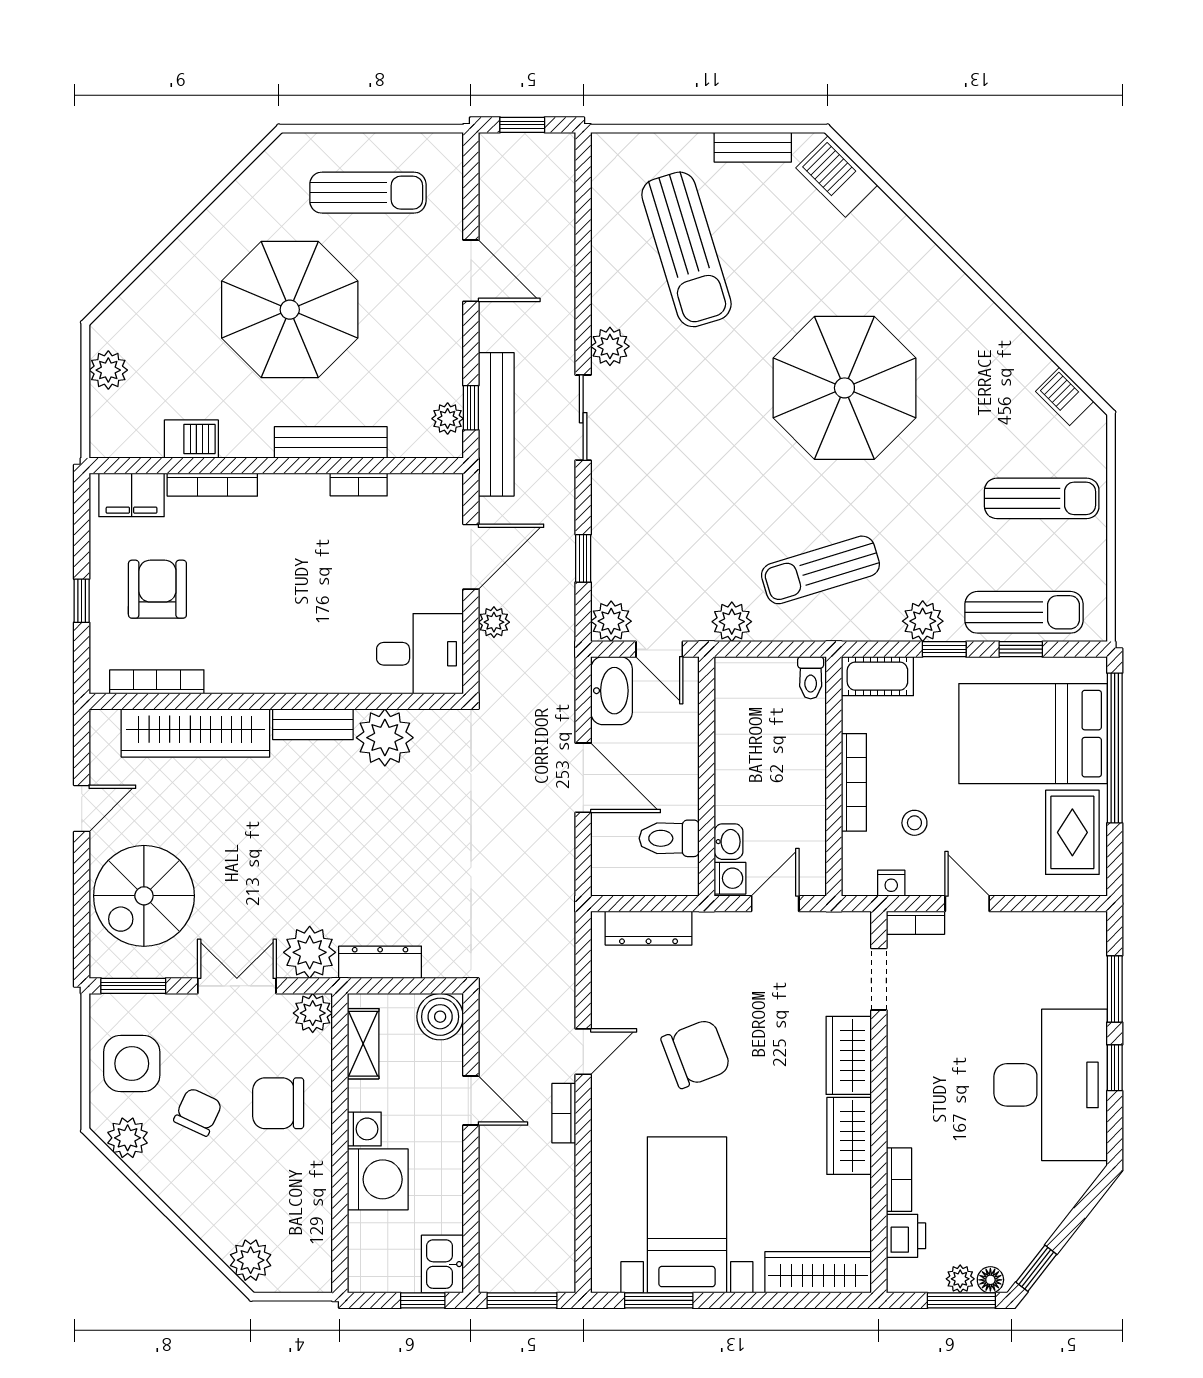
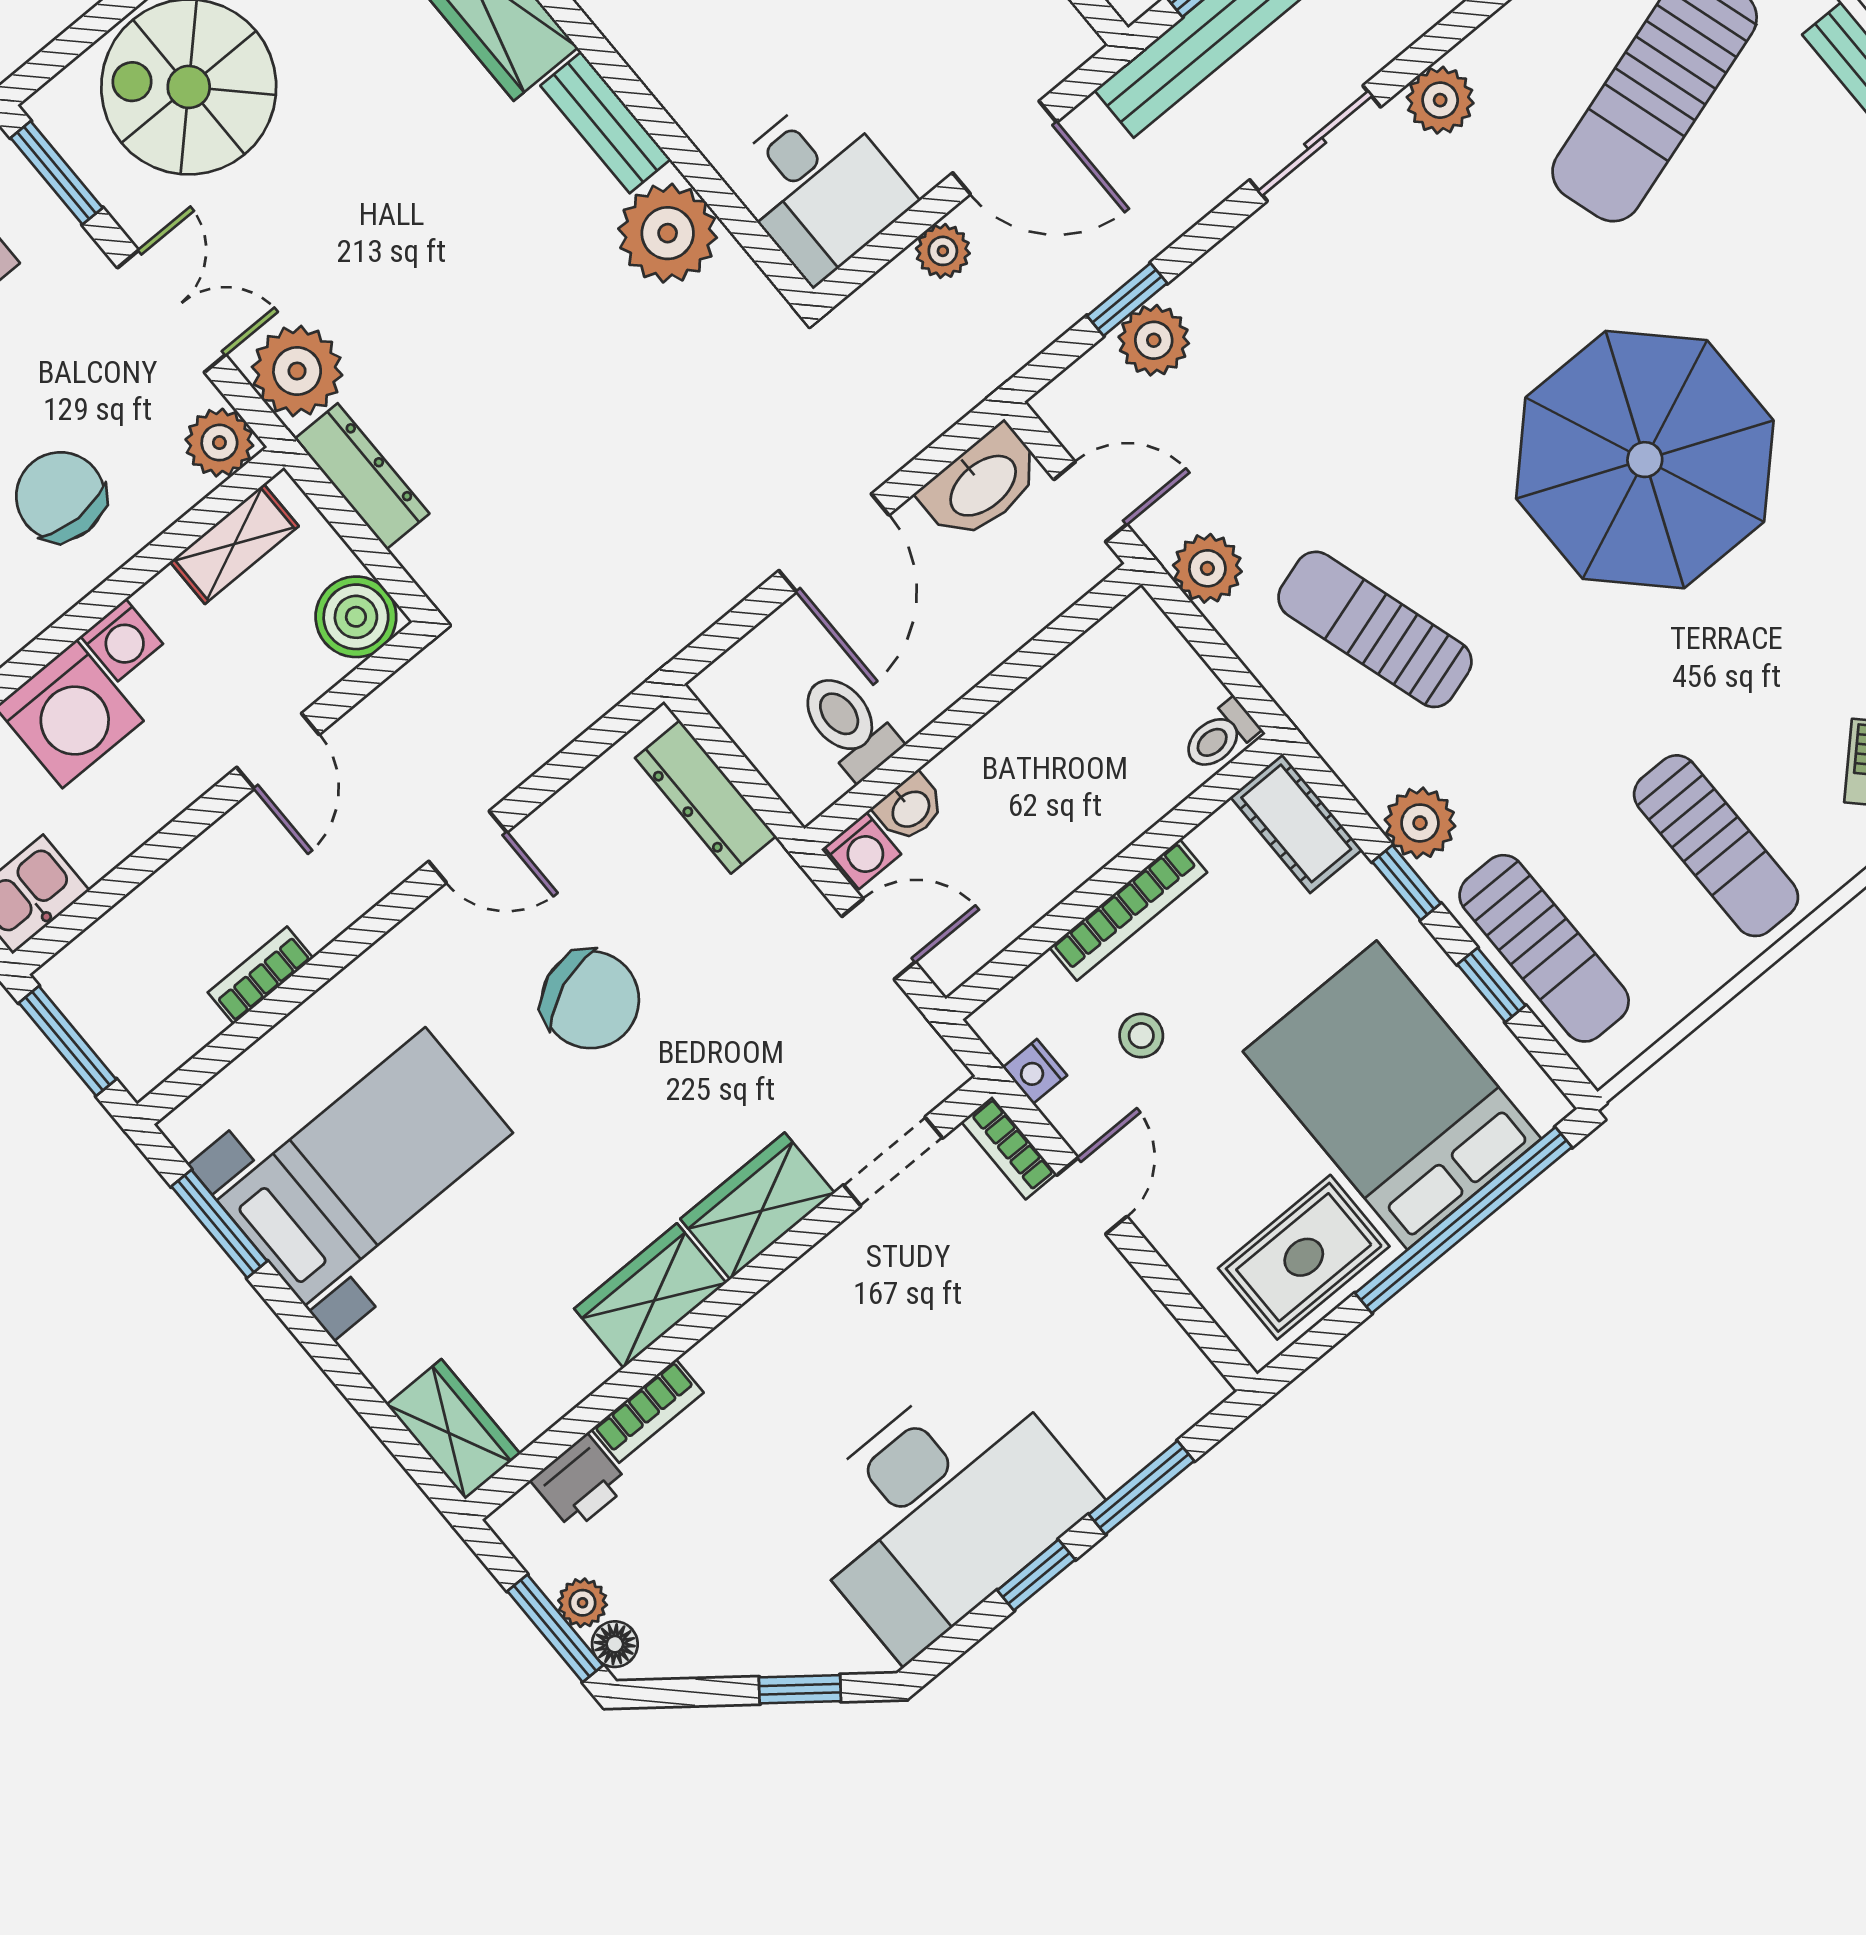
plant: (611, 621) -> (1154, 340), moved
door: (659, 649) -> (1090, 502), swing flipped
bookcase: (564, 1113) -> (260, 975), moved
window: (1036, 1268) -> (800, 1689), moved
wardrobe: (818, 1272) -> (453, 1429), width x0.67

